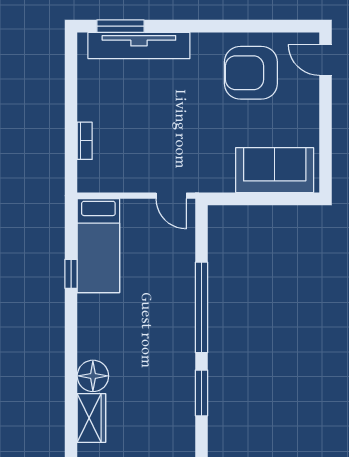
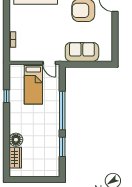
sofa: (275, 170) -> (82, 52), moved
bed: (98, 246) -> (33, 84), moved

